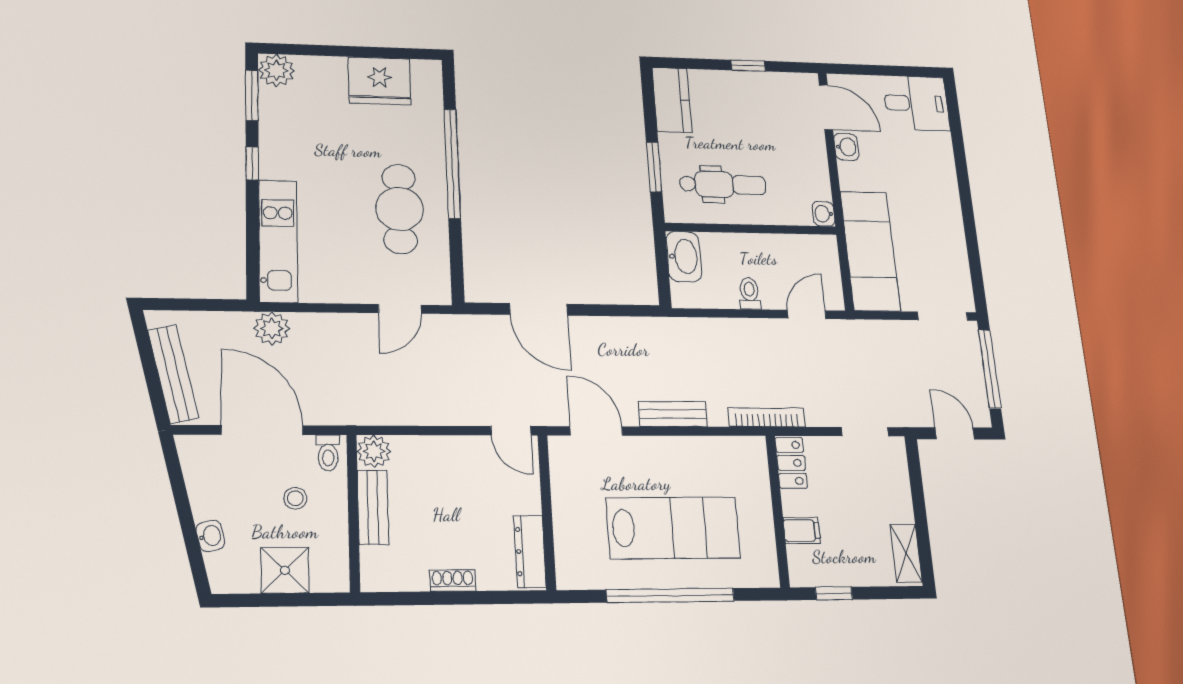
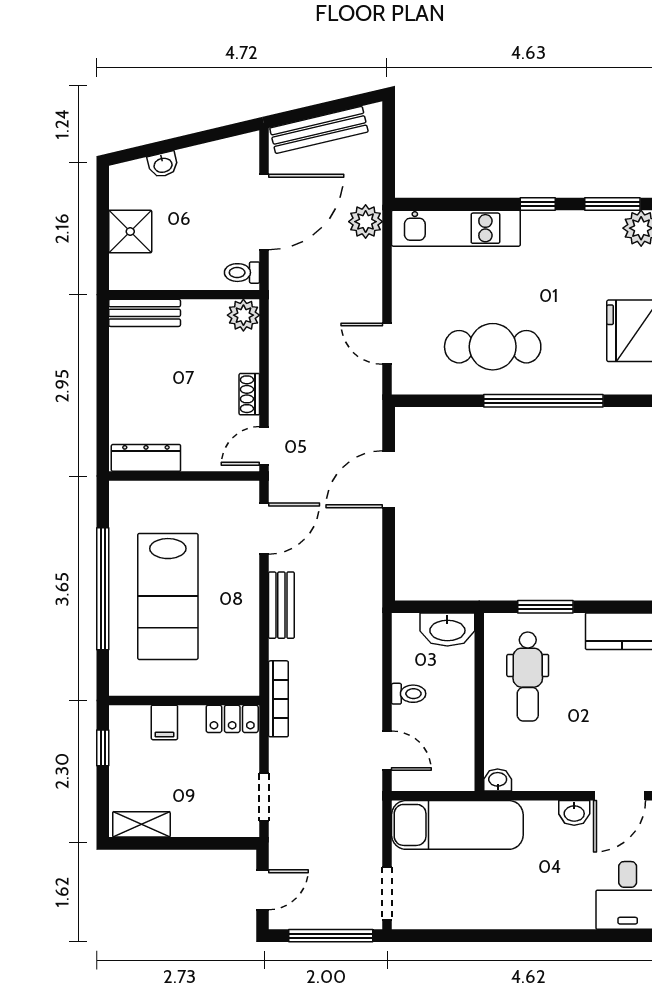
stool: (295, 498) -> (198, 242), removed
bench: (373, 507) -> (145, 313), moved
shoe rack: (453, 581) -> (249, 394), moved, turned 180

